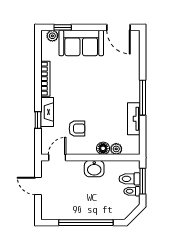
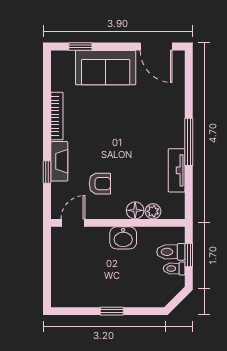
plant: (52, 36) -> (66, 58), removed
window: (143, 181) -> (189, 255), width x0.67
door: (38, 186) -> (47, 261), removed
window: (86, 223) -> (112, 311), width x0.32

